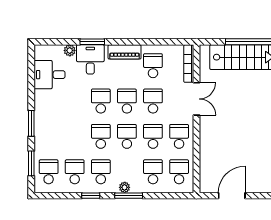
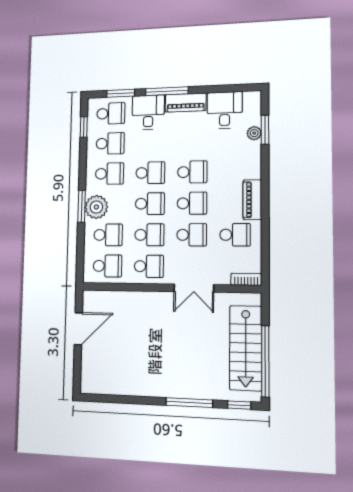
window: (92, 42) -> (265, 130), moved
desk: (90, 59) -> (148, 112), moved, turned -90
bookcase: (189, 64) -> (246, 279), width x0.64
piano: (42, 107) -> (186, 103), added
window: (31, 123) -> (167, 91), width x1.44
plant: (125, 187) -> (96, 207), width x1.88, depth x1.88
window: (91, 196) -> (84, 127), moved
door: (232, 196) -> (78, 329), hinge flipped

